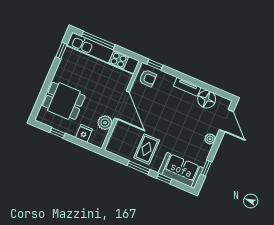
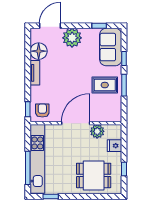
dining table: (64, 101) -> (94, 175), turned 90
plant: (210, 139) -> (72, 38), width x1.88, depth x1.88

